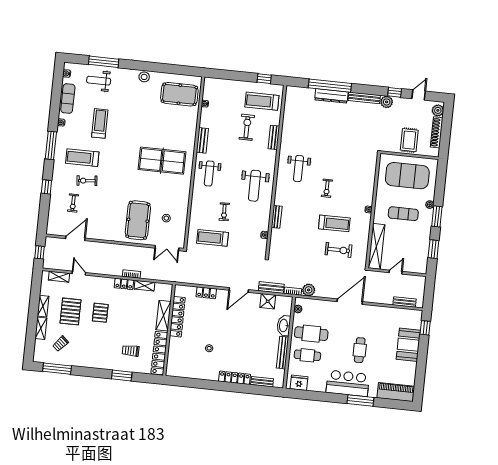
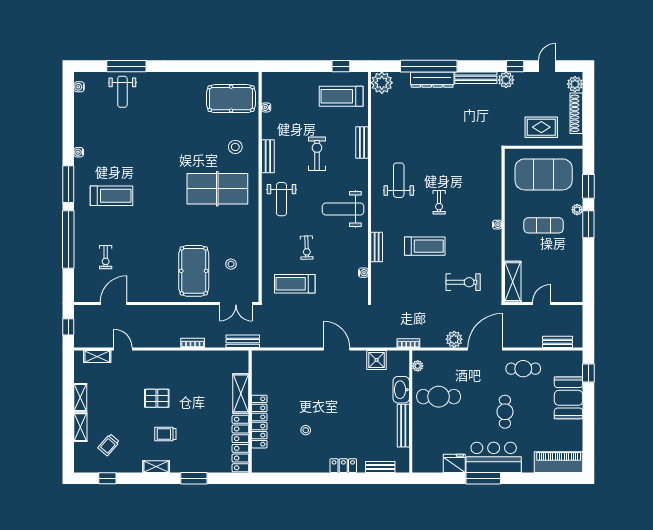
stool: (144, 77) -> (235, 147), moved
weight bench: (99, 81) -> (122, 92), turned -90
plant: (293, 94) -> (382, 83), added
exercise mat: (68, 98) -> (84, 120), removed
treadmill: (100, 123) -> (130, 148), removed
exercise bike: (247, 127) -> (317, 154), moved
rug: (409, 140) -> (541, 127), turned 90
treadmill: (82, 158) -> (111, 196), turned 180
weight bench: (298, 168) -> (399, 180), turned 180
exercise bike: (87, 181) -> (121, 226), removed
weight bench: (255, 186) -> (343, 209), turned 90
window: (46, 187) -> (68, 239), width x3.17
treadmill: (334, 223) -> (425, 246), moved
shelving: (376, 246) -> (513, 282), width x0.68
window: (433, 249) -> (588, 186), moved
locker: (124, 284) -> (184, 357), removed
shelving: (144, 286) -> (156, 467), moved
bench: (271, 287) -> (243, 341), moved
door: (239, 290) -> (337, 349), swing flipped
plant: (309, 290) -> (454, 339), moved
locker: (206, 293) -> (294, 357), removed
pallet: (70, 311) -> (117, 401), removed
pallet: (100, 313) -> (157, 398), turned 90
locker: (177, 317) -> (259, 422), moved
trolley: (131, 351) -> (165, 434), moved
cafe table: (307, 355) -> (523, 369), moved
window: (57, 369) -> (107, 478), width x0.46
locker: (235, 378) -> (343, 466), width x0.66
fridge: (299, 383) -> (454, 463), moved
window: (360, 401) -> (483, 478), moved

